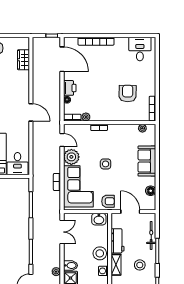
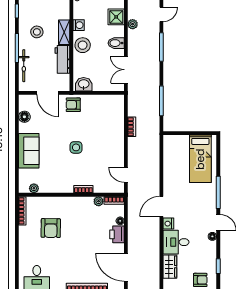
nightstand: (25, 97) -> (168, 224), added
door: (31, 112) -> (161, 206), hinge flipped
plant: (71, 157) -> (115, 156), removed
desk: (17, 164) -> (176, 242), moved, turned -90
corner sofa: (78, 186) -> (107, 122), removed
bidet: (70, 265) -> (116, 43), moved

